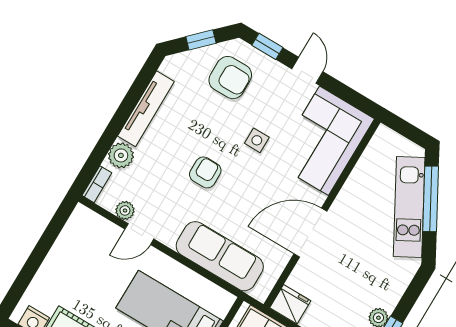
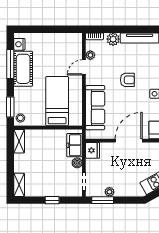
door: (310, 233) -> (129, 141), hinge flipped
door: (139, 234) -> (84, 67), hinge flipped

